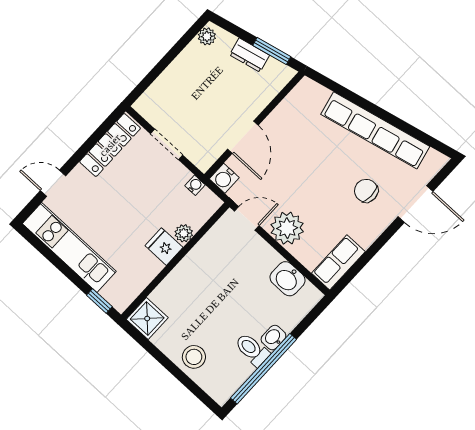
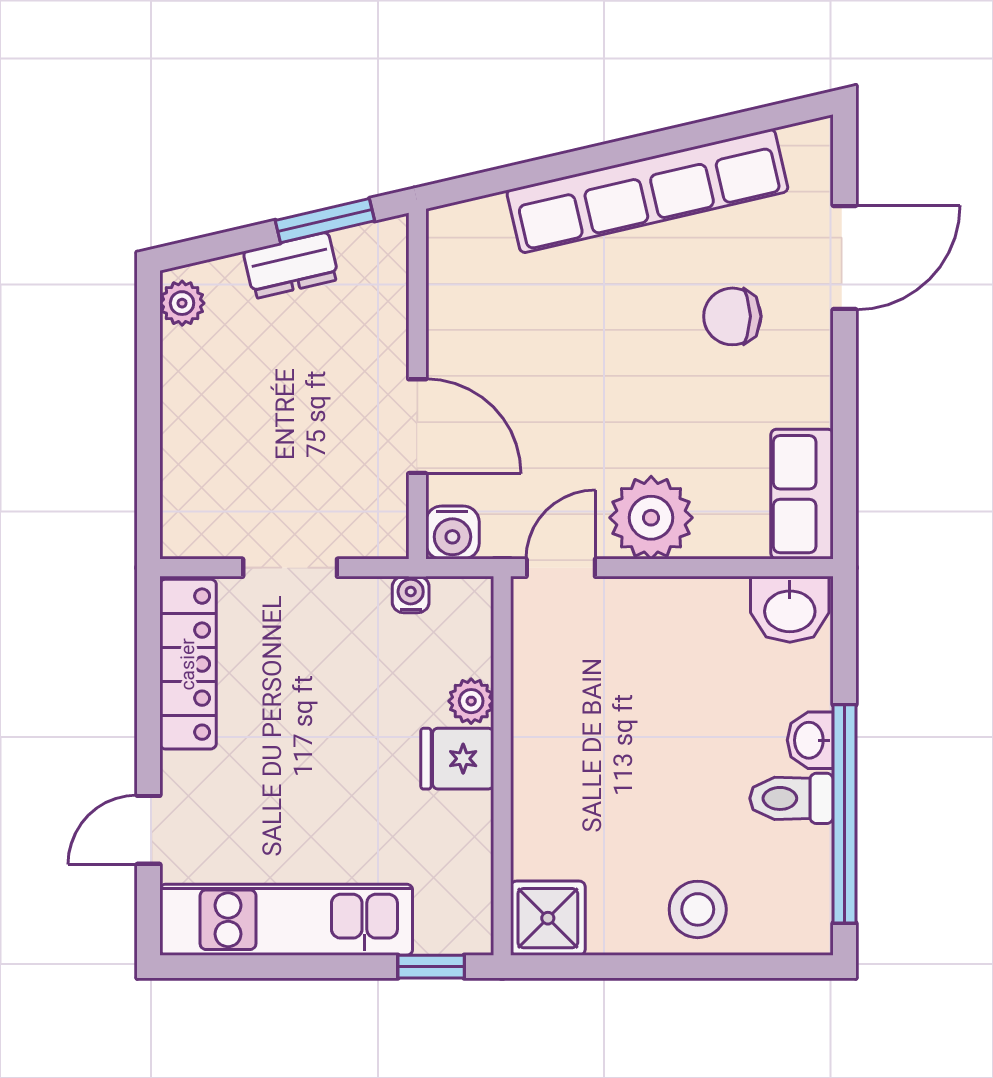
washbasin: (288, 279) -> (790, 609), moved

